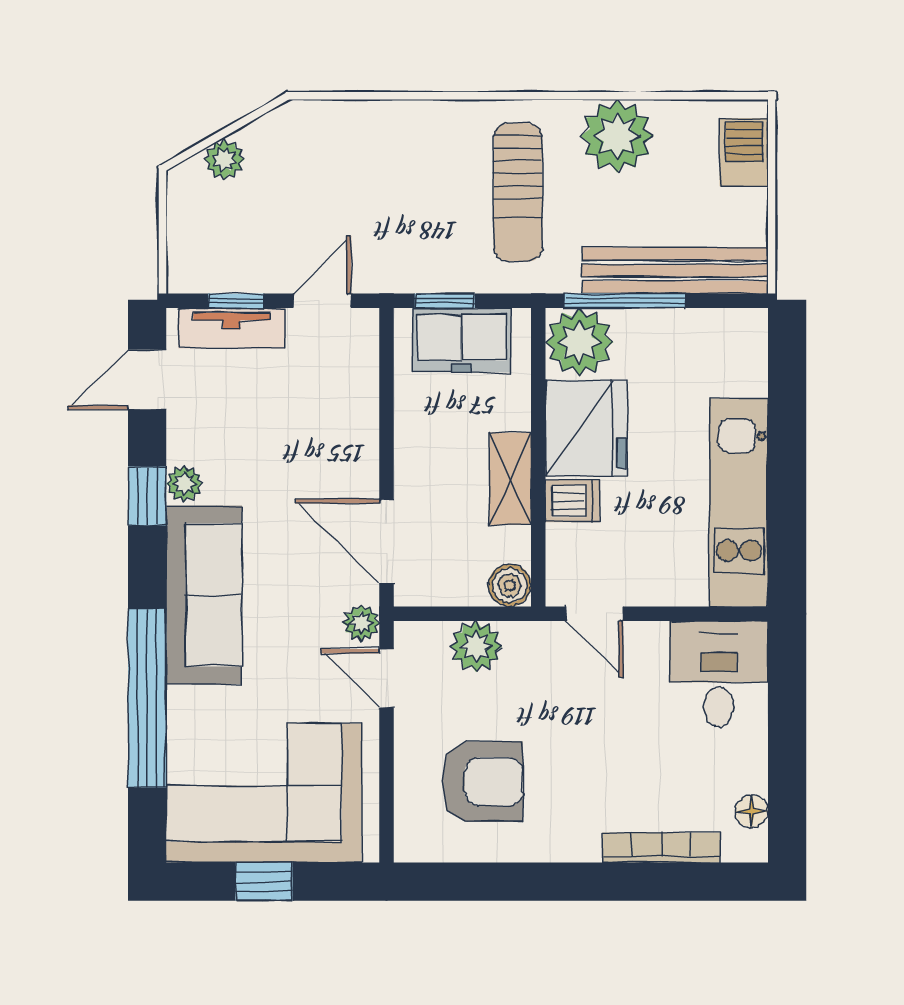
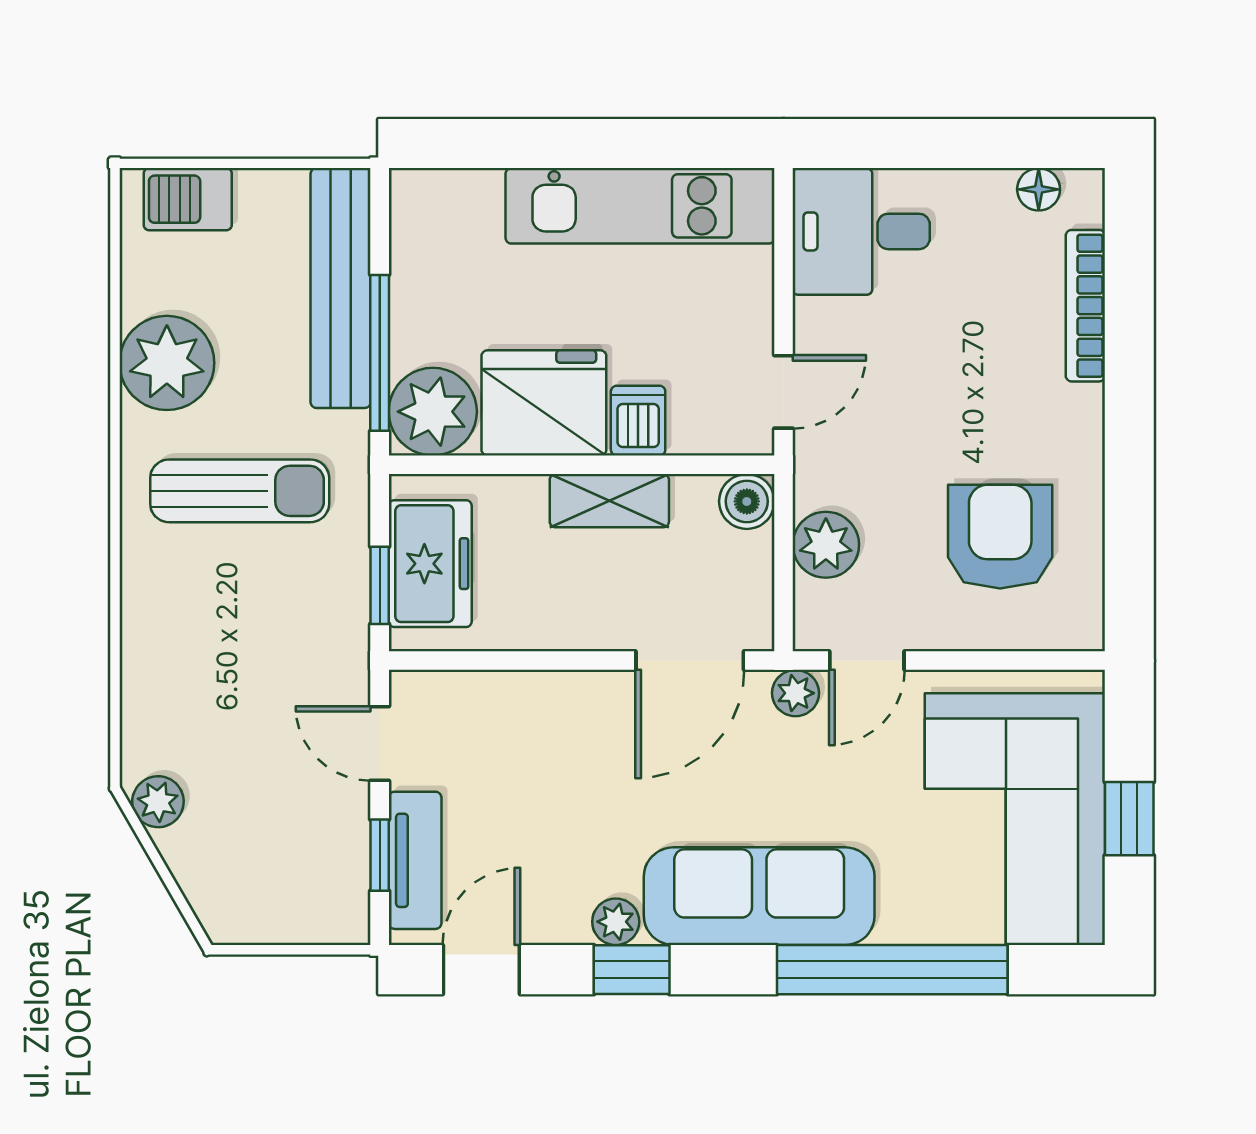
plant: (225, 160) -> (158, 802), moved
door: (147, 380) -> (481, 970), swing flipped

